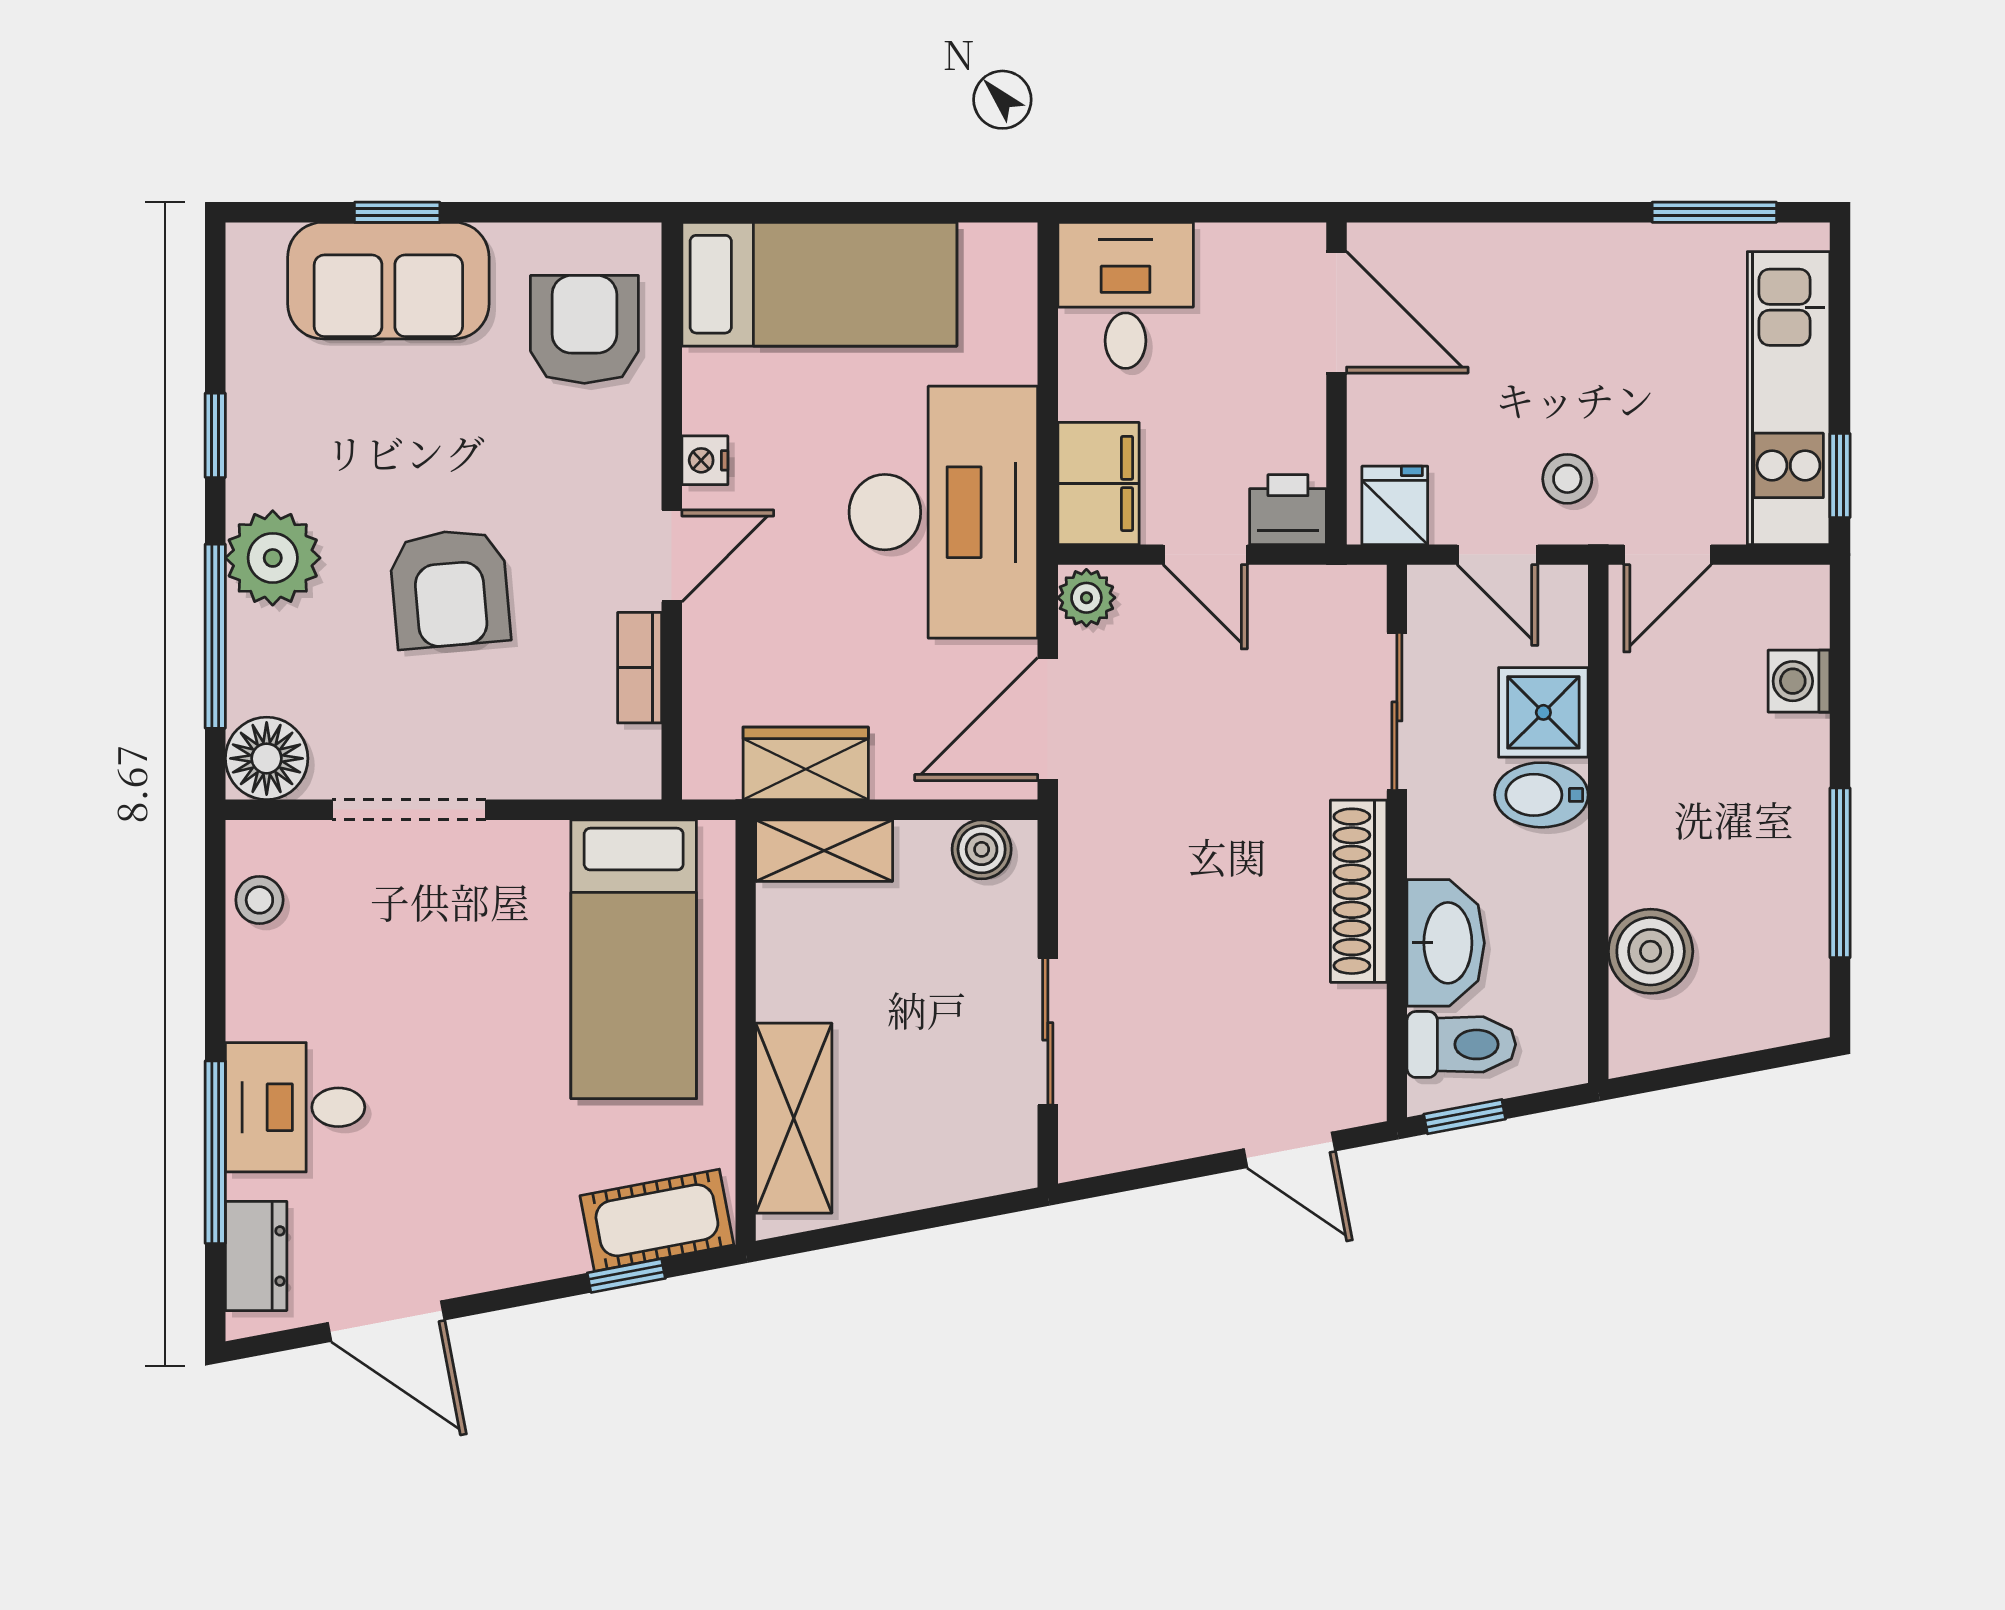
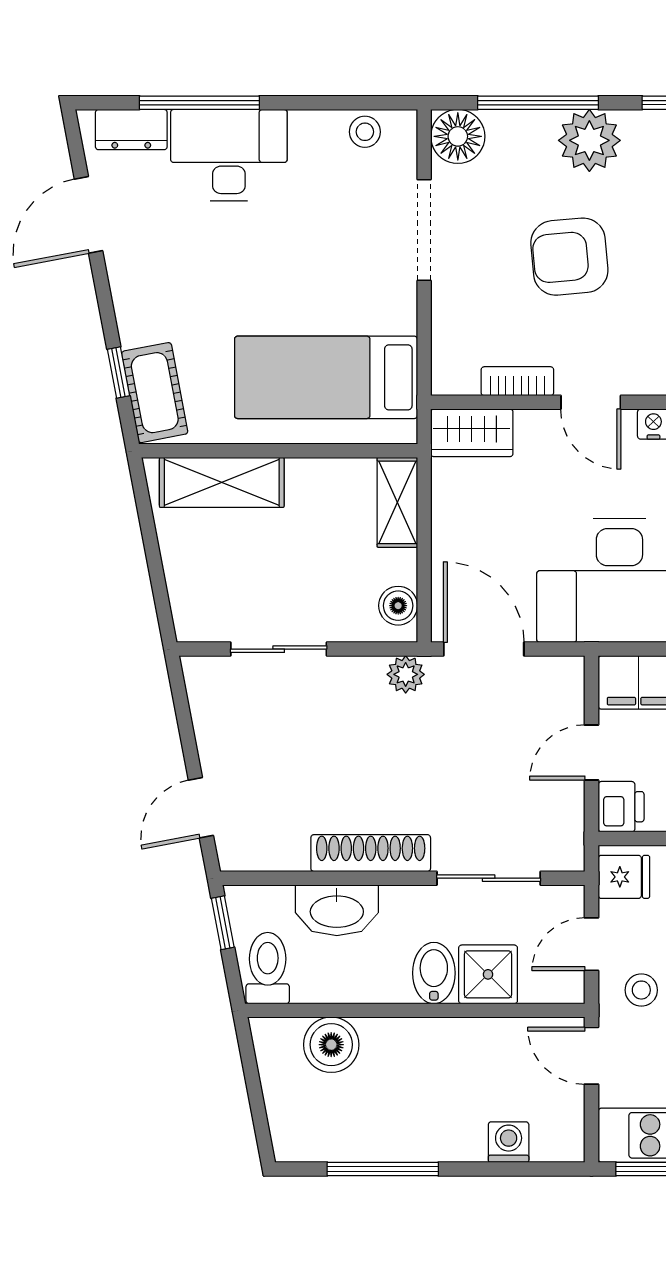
plant: (1086, 598) -> (406, 674), moved
wardrobe: (806, 763) -> (472, 433), moved, turned 90
toilet: (1461, 1044) -> (268, 968), moved, turned 180
desk: (295, 1107) -> (229, 155), width x1.37

